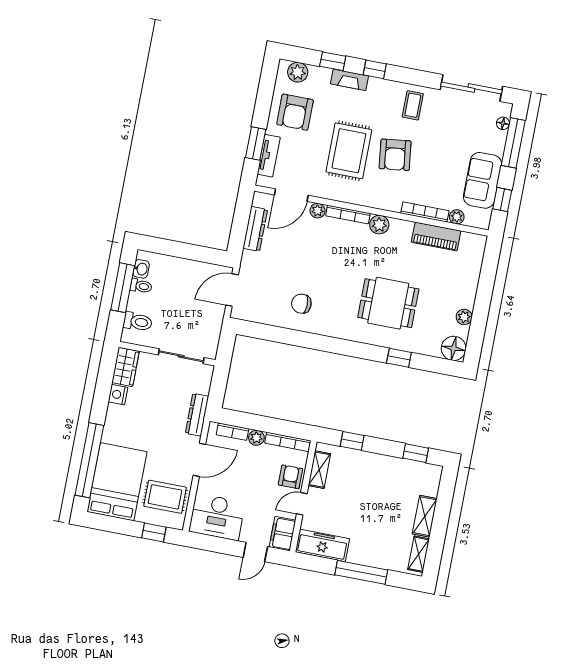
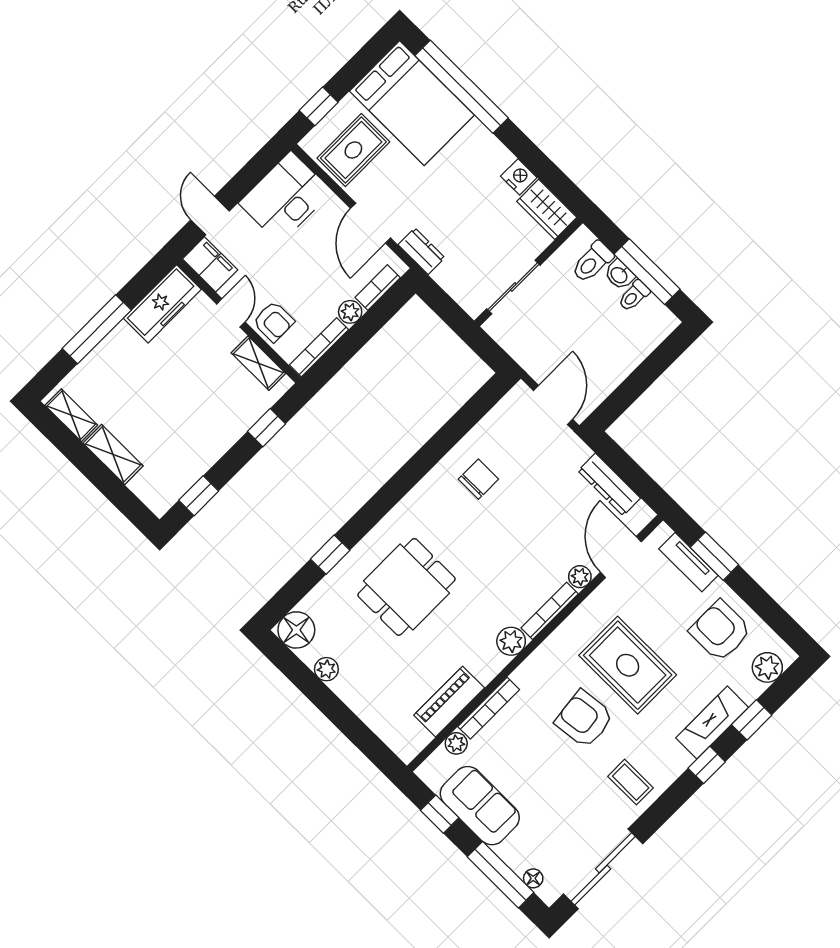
fireplace: (350, 80) -> (712, 723), width x1.37, depth x1.32
washbasin: (141, 269) -> (619, 275), moved
dresser: (197, 415) -> (421, 251), width x0.70

